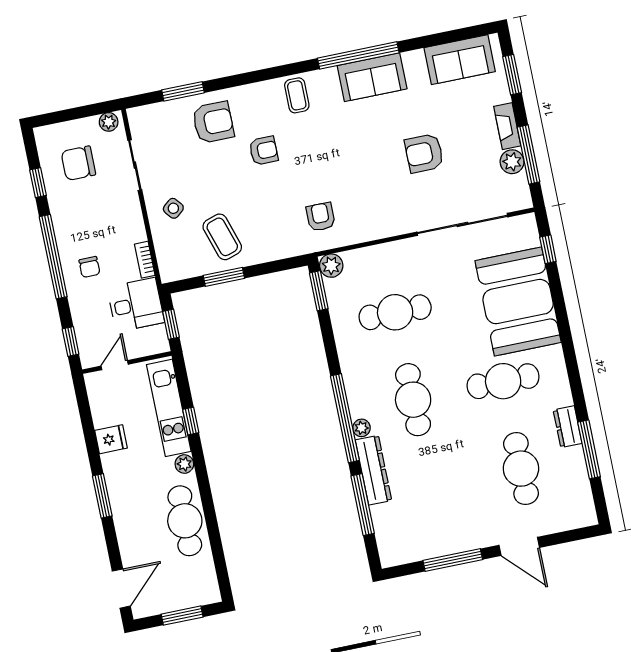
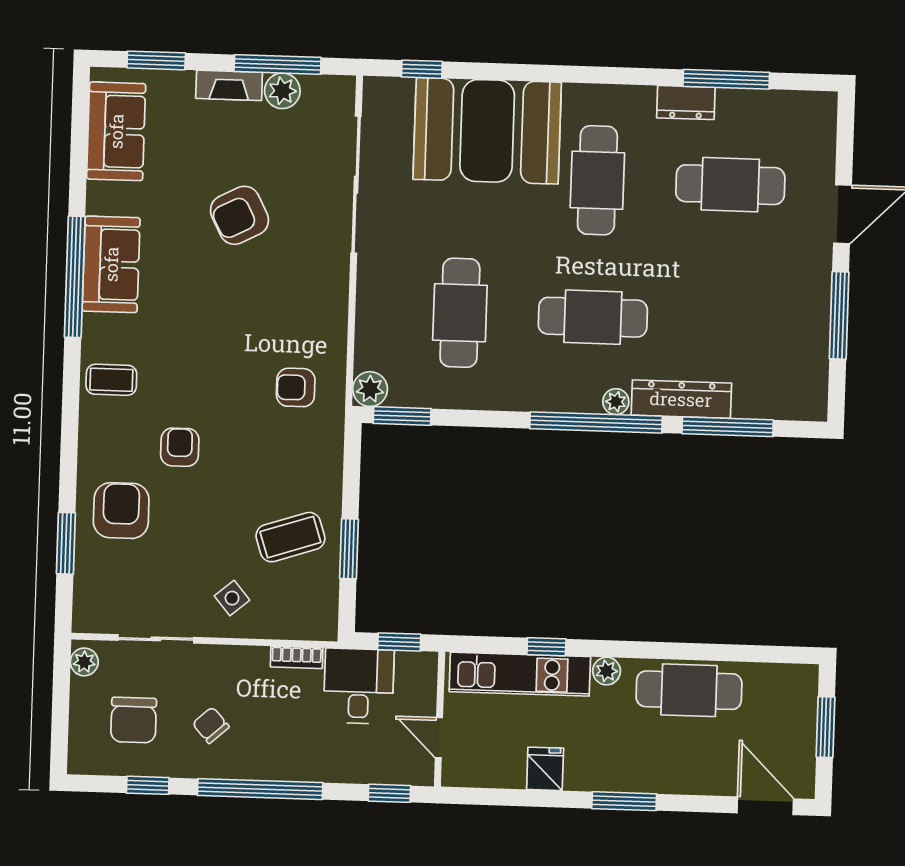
armchair: (424, 153) -> (240, 215), turned 63
chair: (89, 267) -> (211, 725), moved, turned -132

